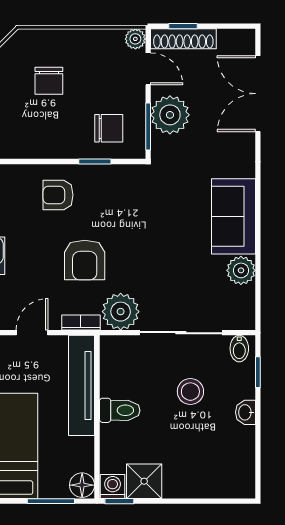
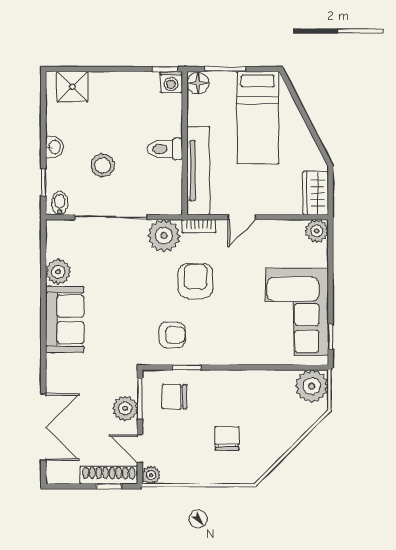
plant: (170, 115) -> (125, 408), width x0.73, depth x0.73
armchair: (58, 195) -> (172, 335), moved
shower: (144, 481) -> (72, 87), moved

